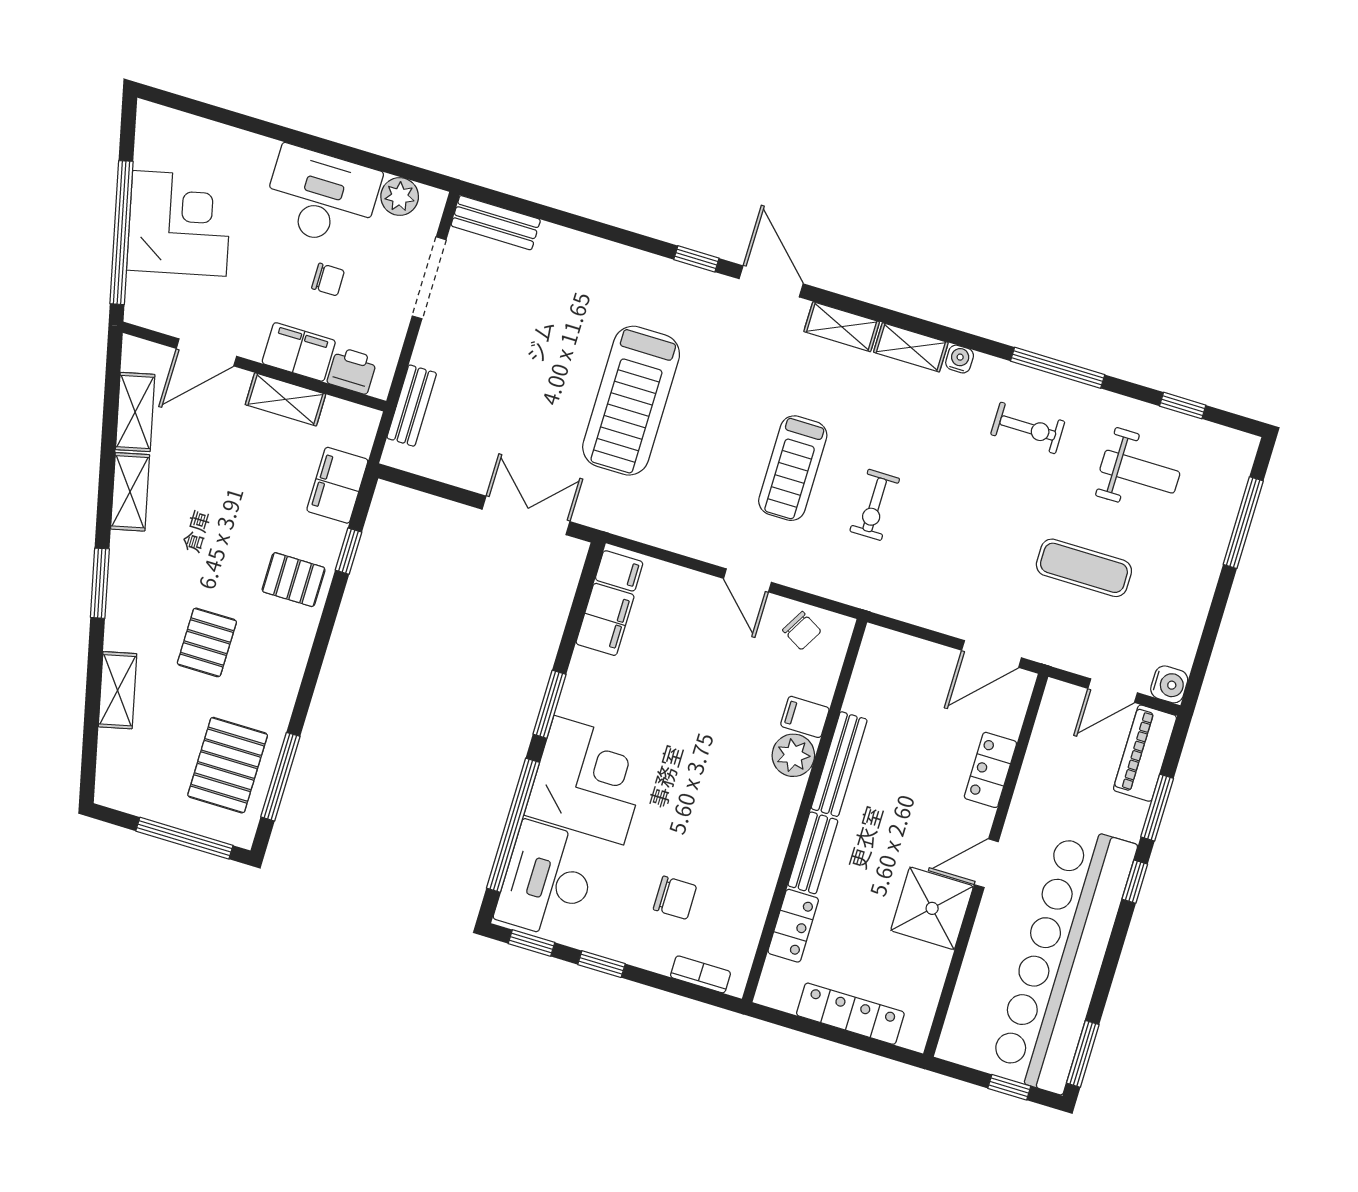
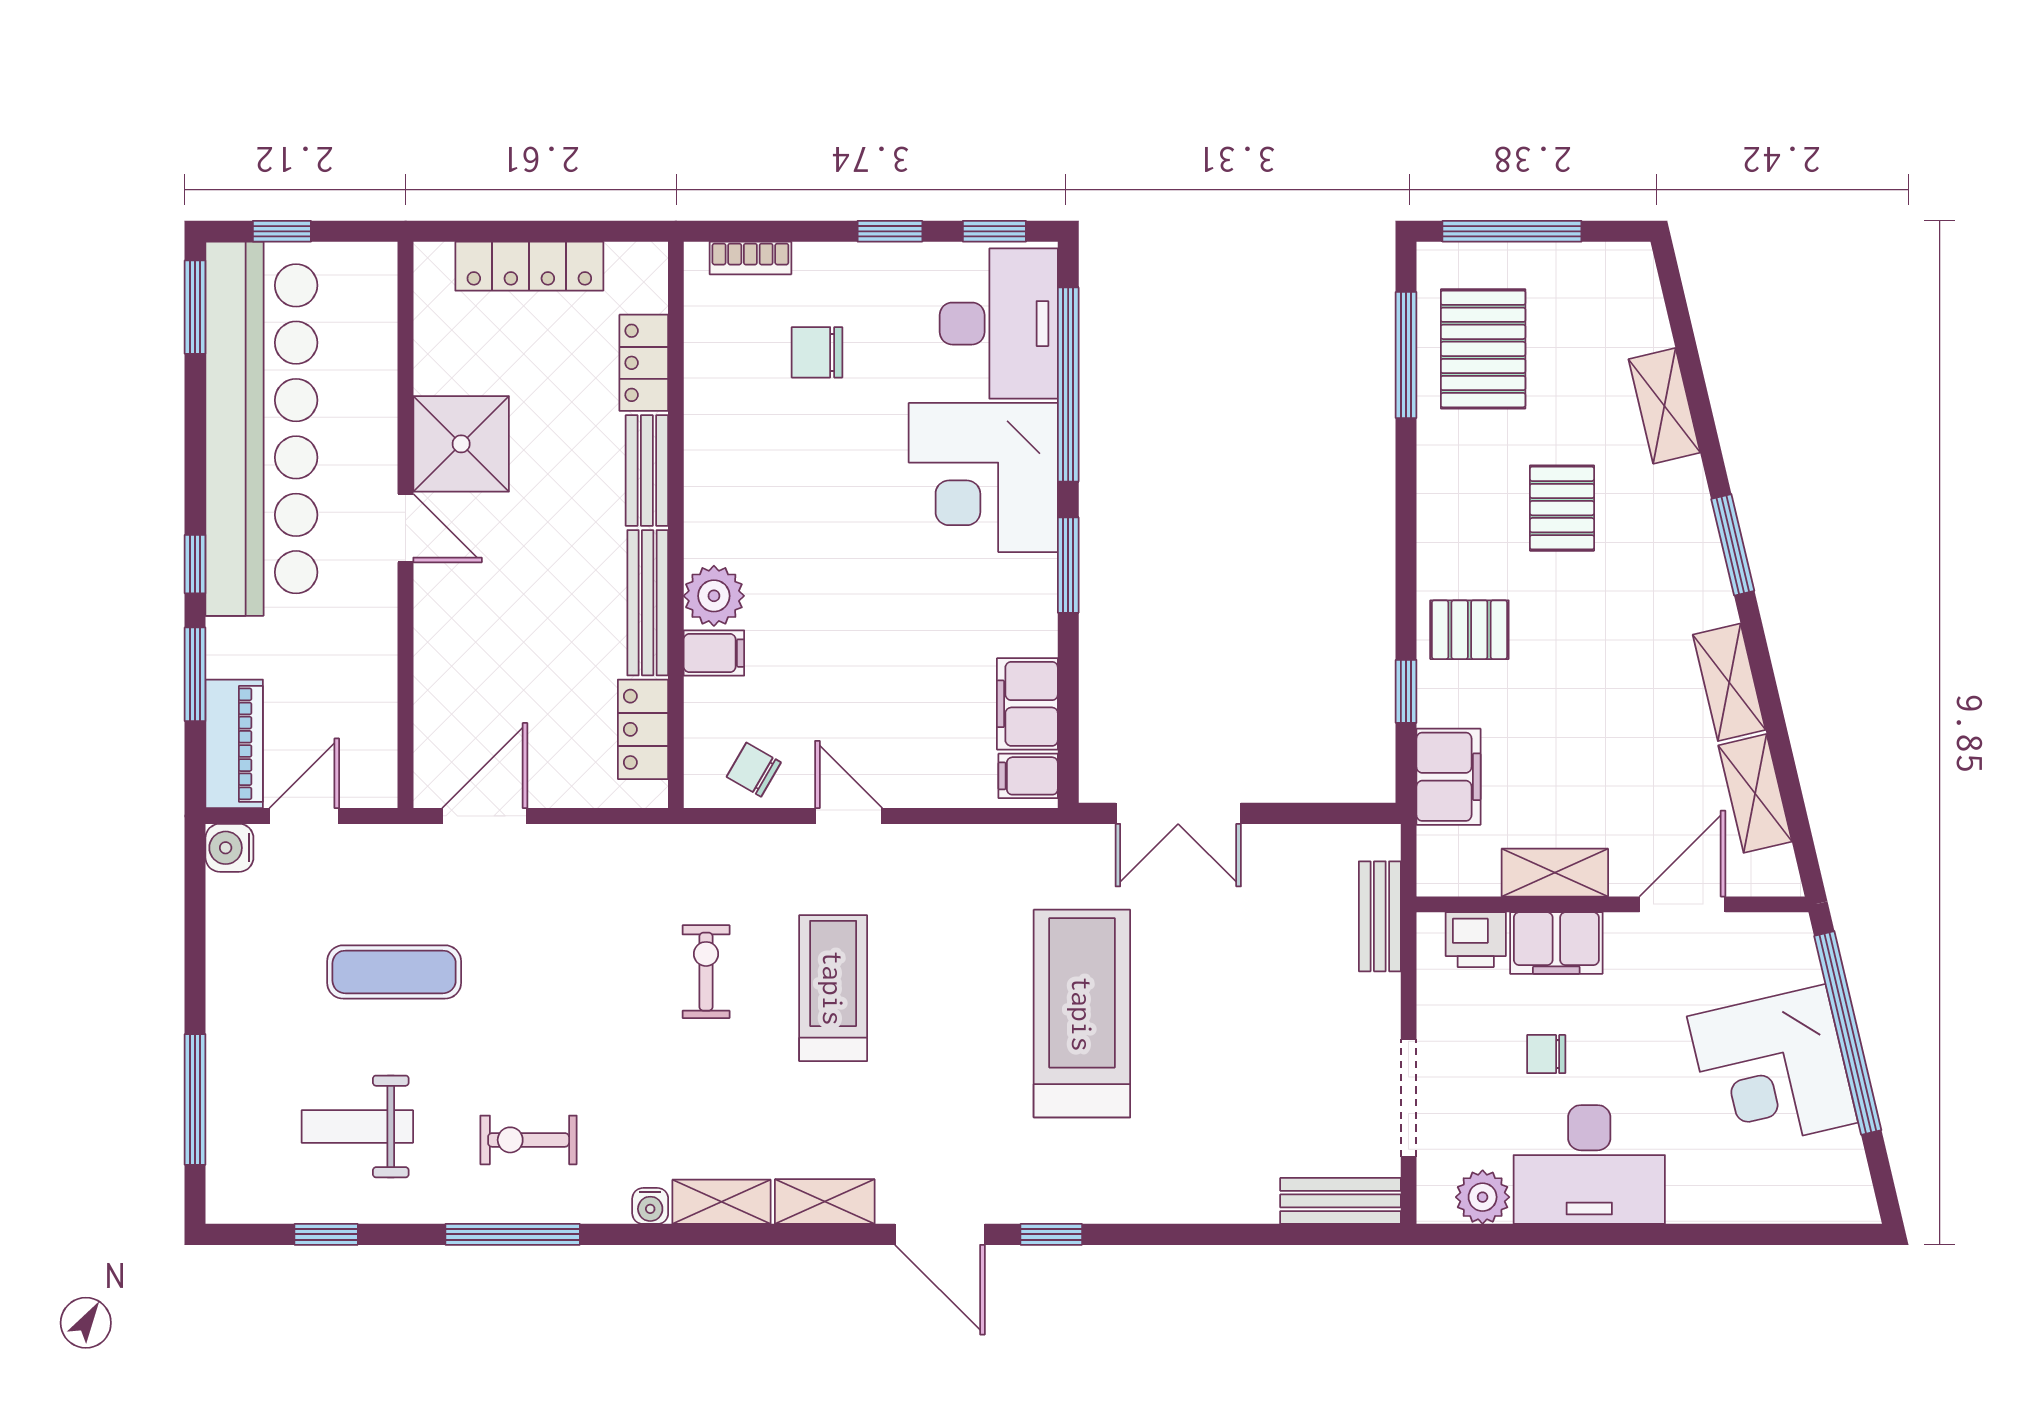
locker: (990, 770) -> (643, 729), moved, turned 180
door: (986, 863) -> (406, 528), hinge flipped

